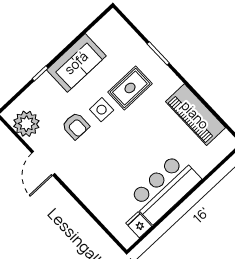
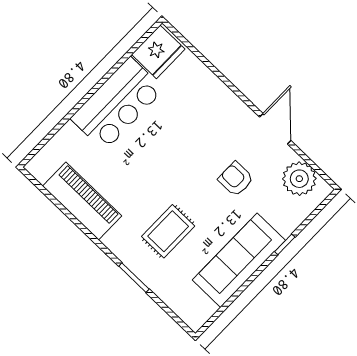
sofa: (76, 63) -> (239, 260), width x1.36
side table: (102, 110) -> (203, 202), removed
fridge: (139, 225) -> (158, 52), width x1.88, depth x1.34

